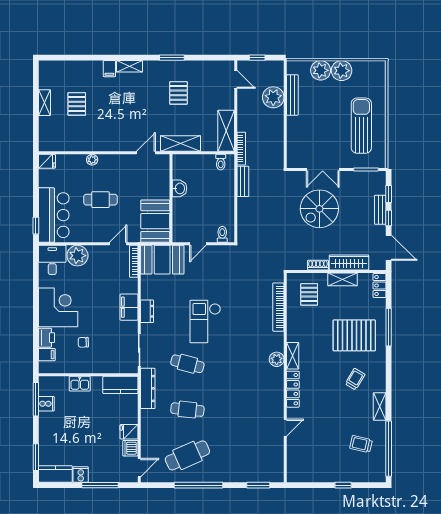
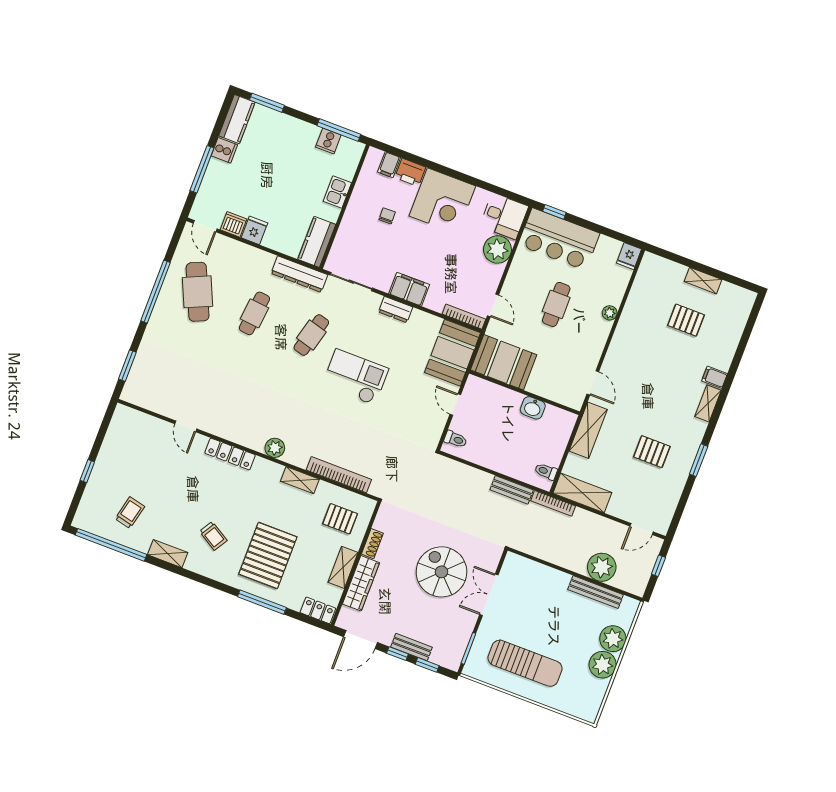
shelving: (293, 356) -> (300, 480), moved

